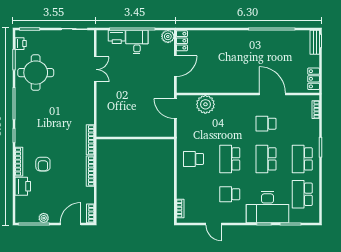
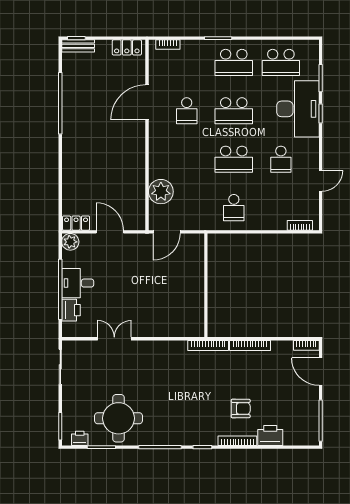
plant: (44, 218) -> (313, 407), removed

